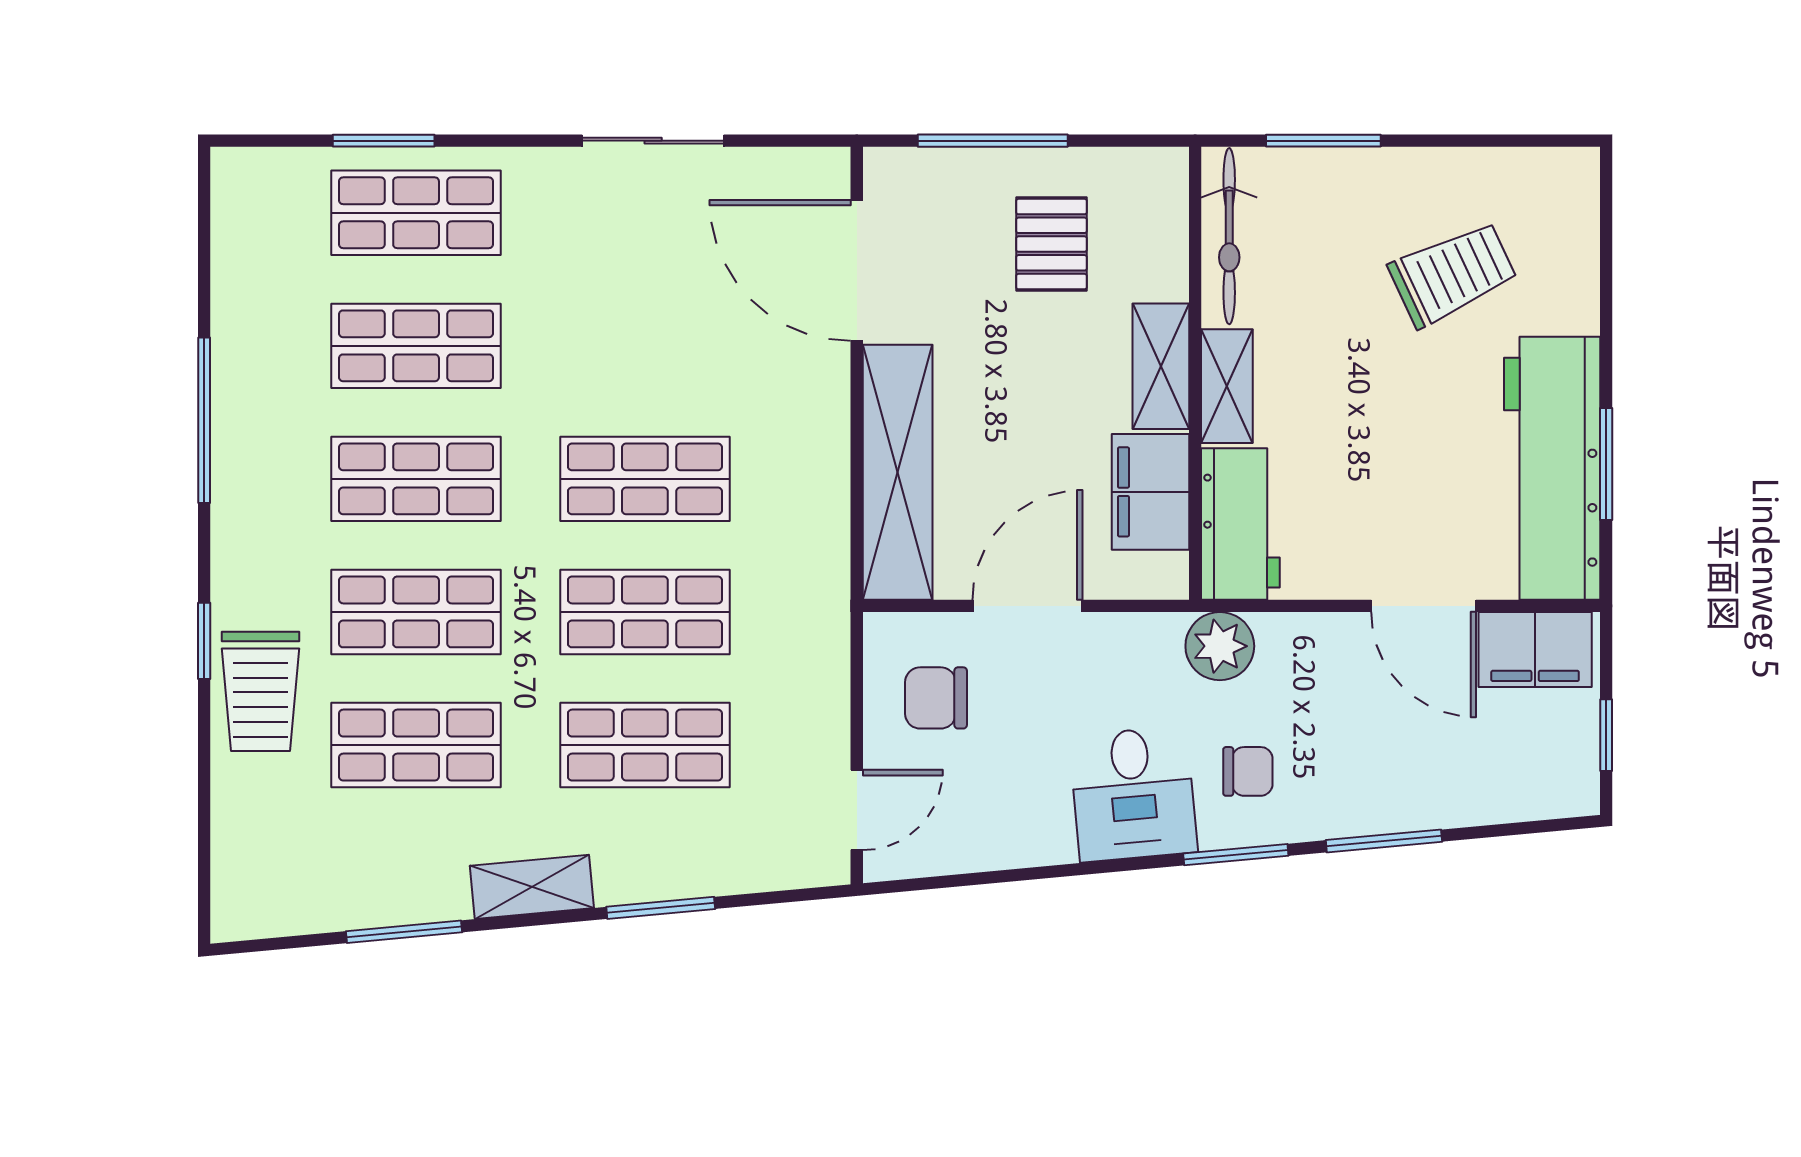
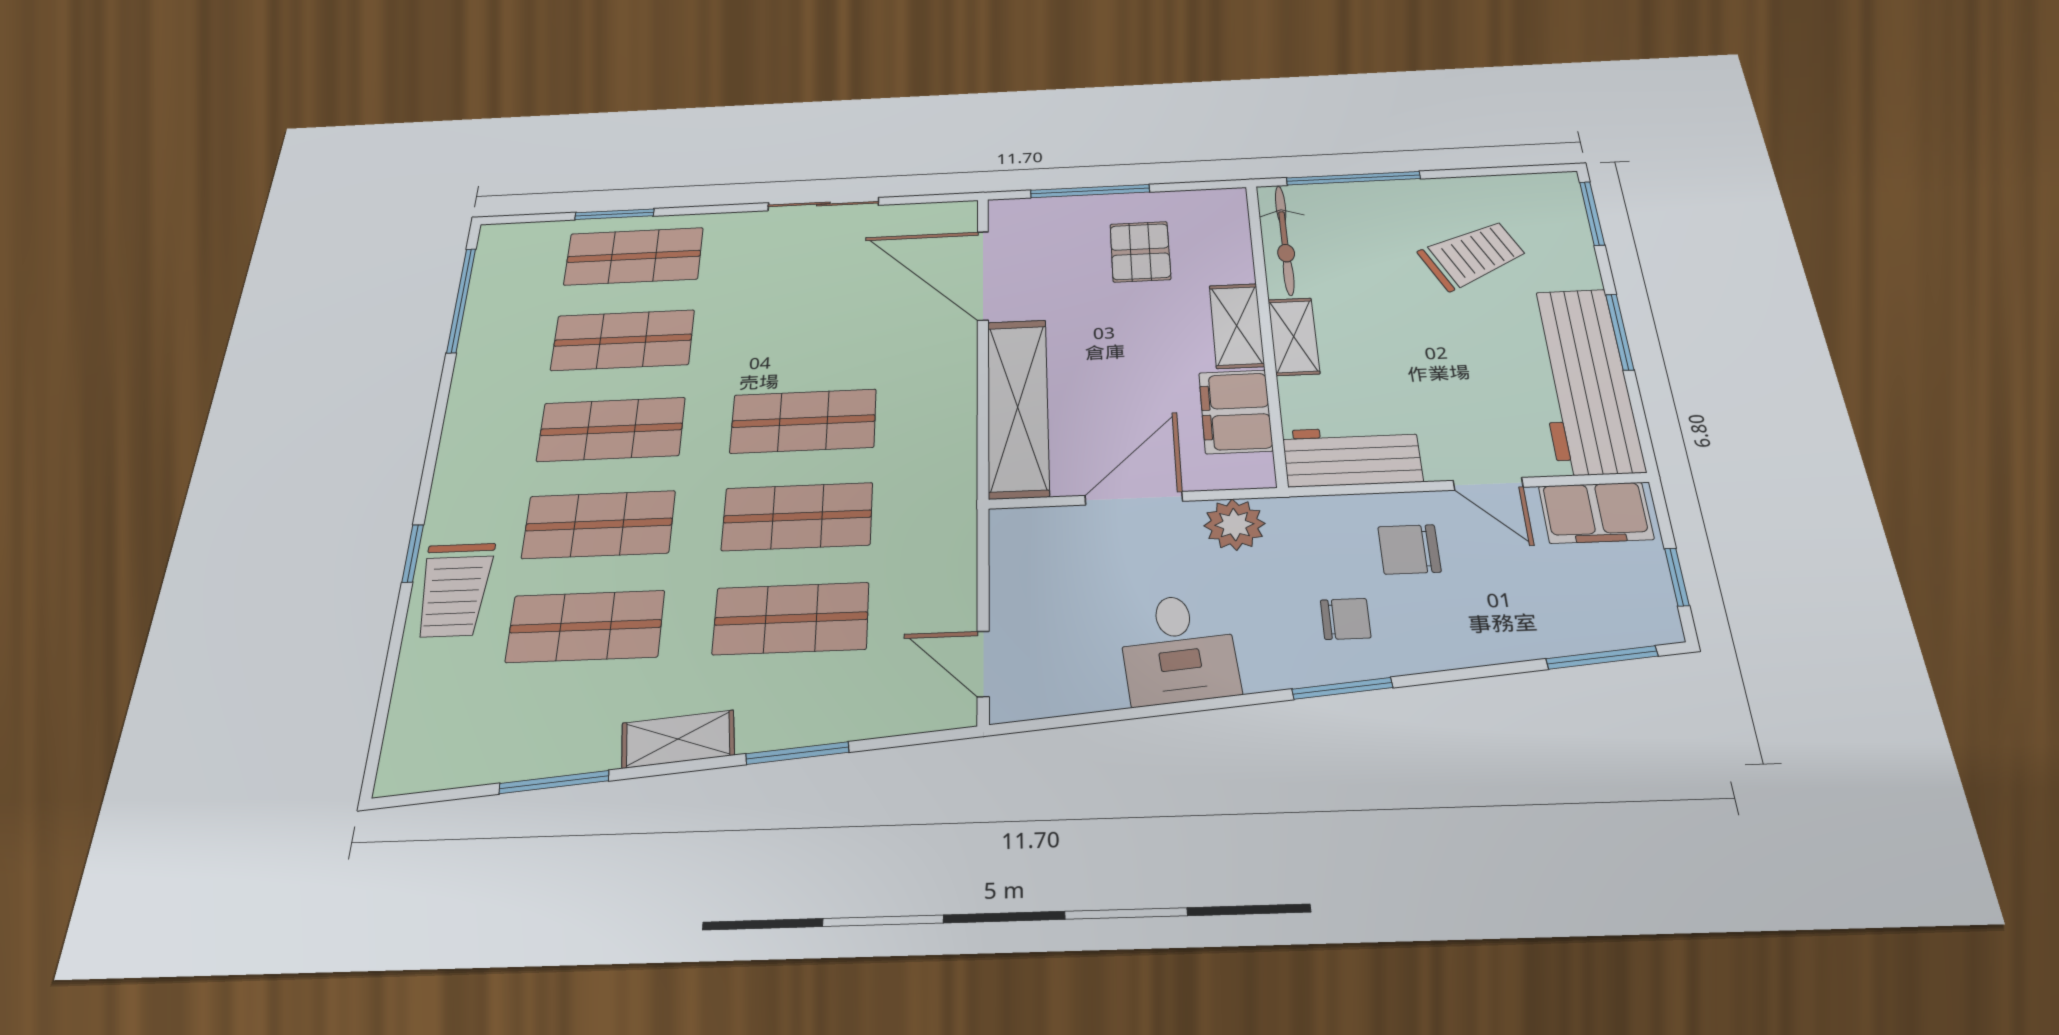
window: (1323, 141) -> (1353, 178), width x1.44
window: (1606, 217) -> (1592, 213), added
window: (204, 420) -> (461, 300), moved
window: (1606, 464) -> (1620, 332), moved
workbench: (1240, 524) -> (1352, 456), moved, turned -90
door: (1424, 606) -> (1488, 484), width x0.73
plant: (1220, 646) -> (1234, 525), moved
chair: (936, 698) -> (1409, 549), moved
desk: (1133, 794) -> (1178, 649), moved
door: (857, 810) -> (983, 664), swing flipped
window: (1384, 841) -> (1602, 657), moved

